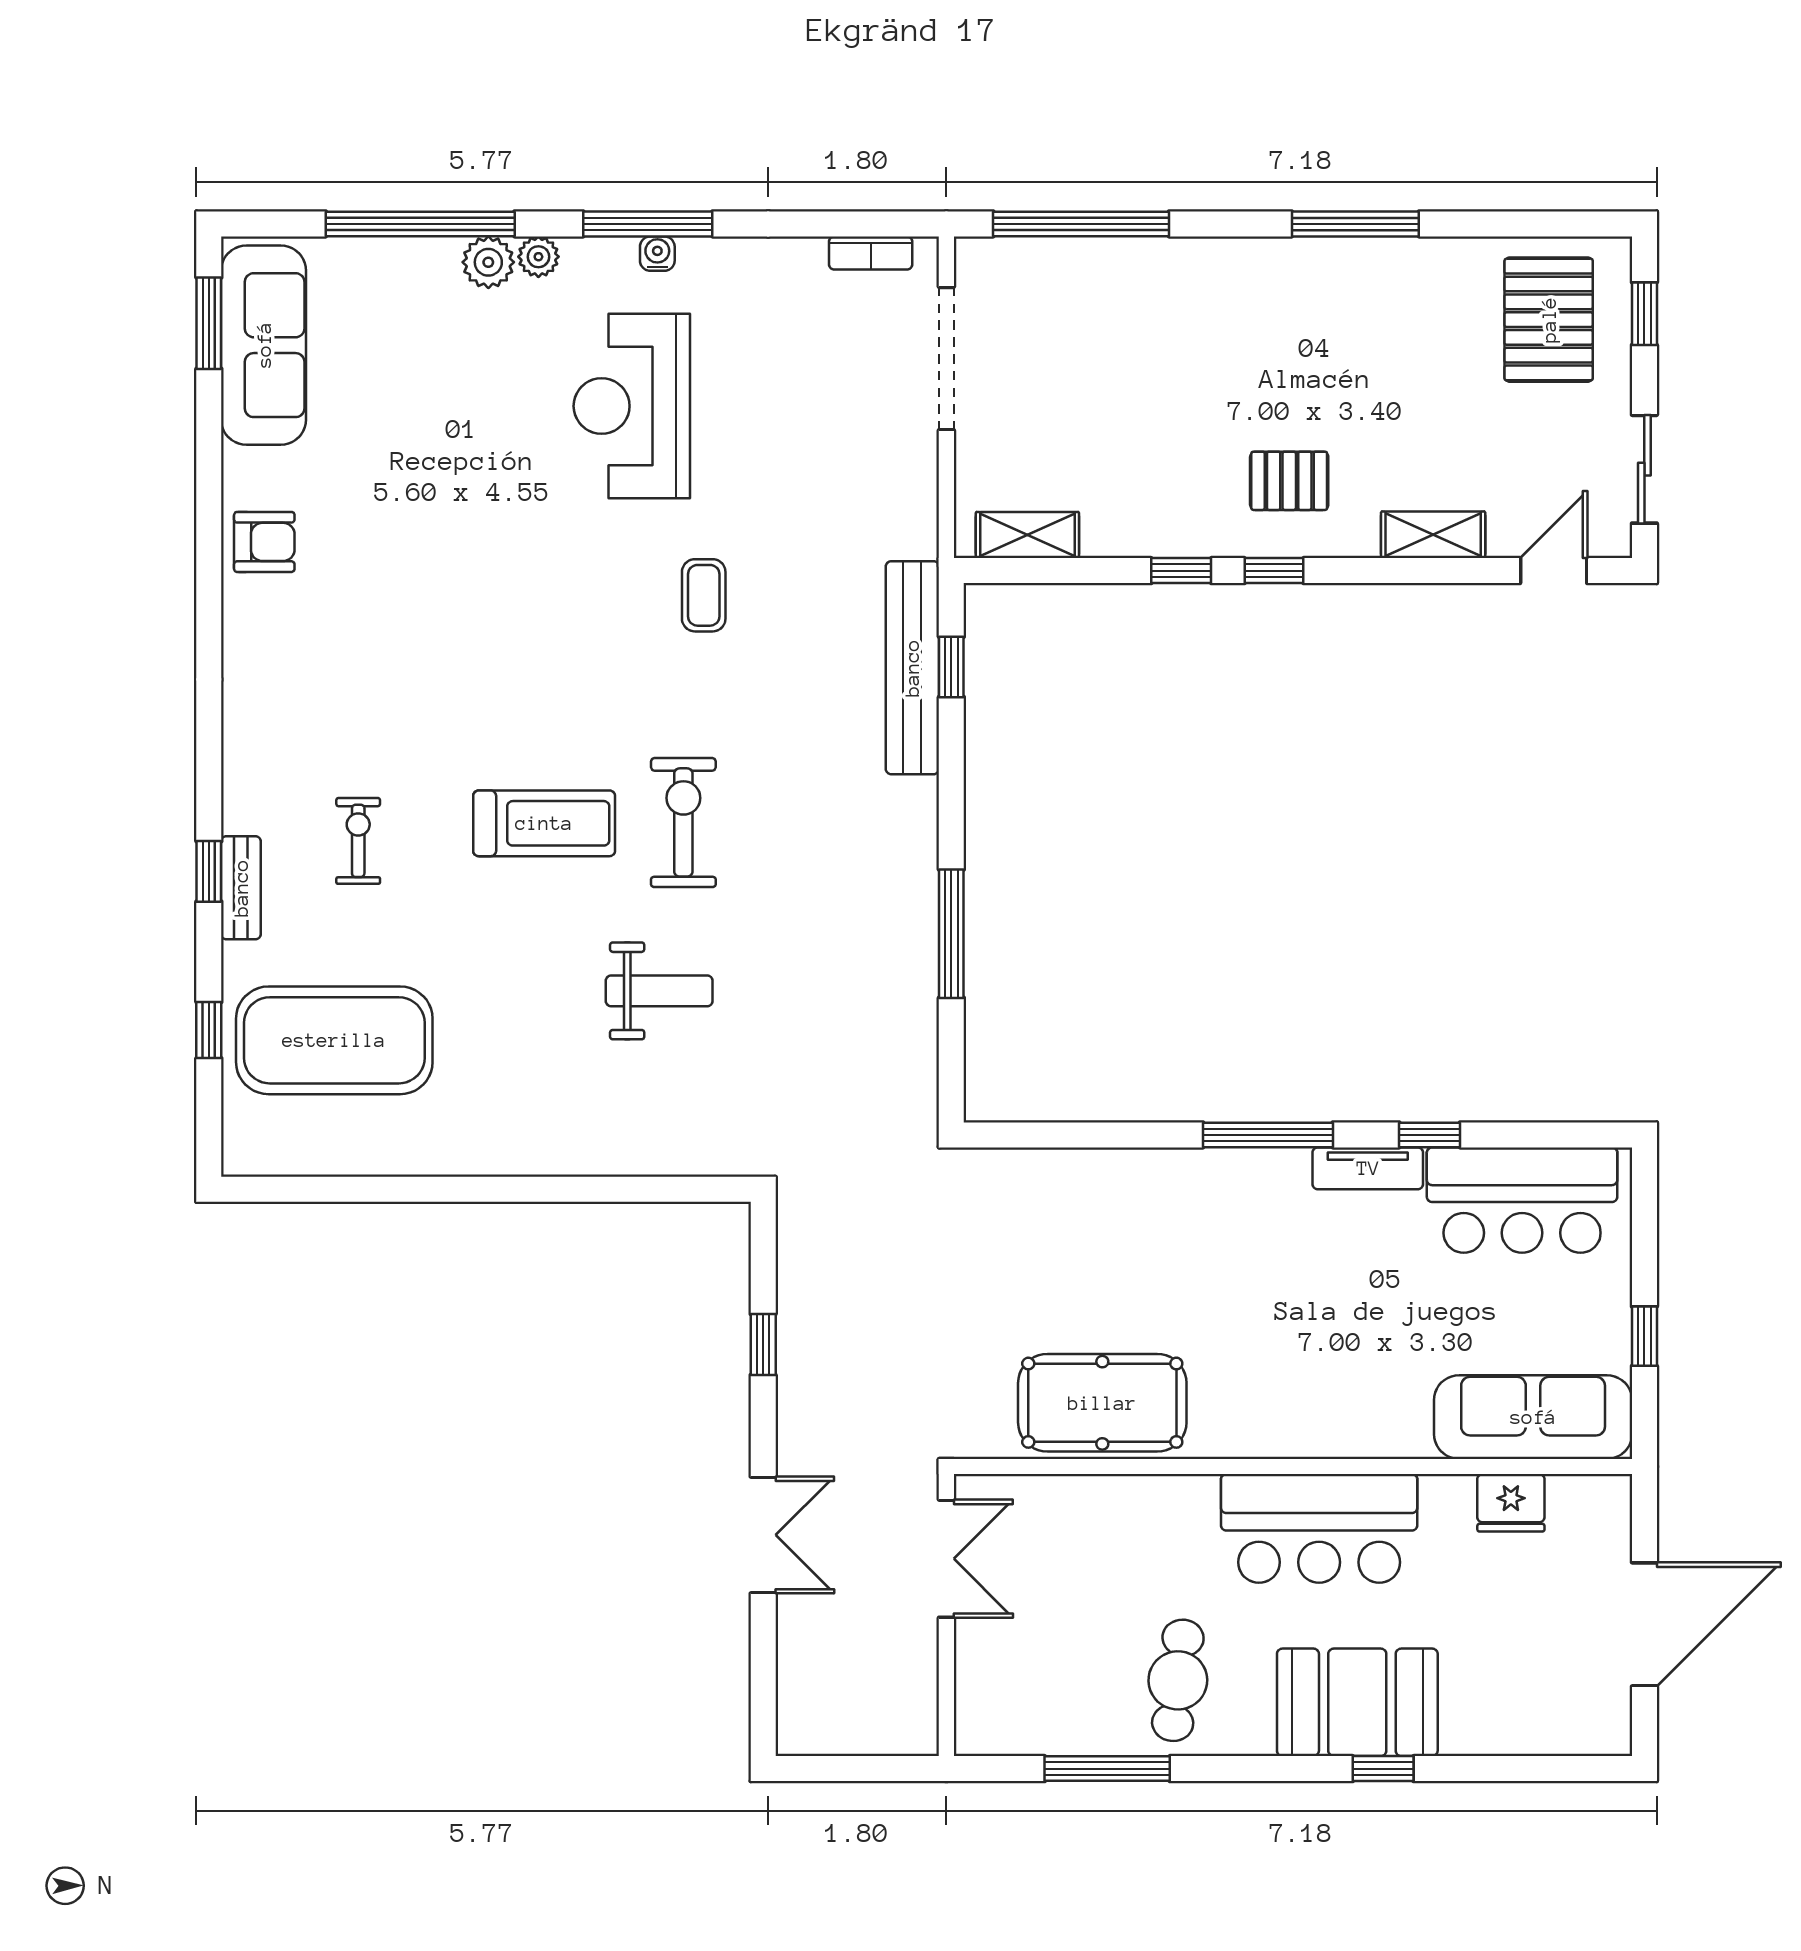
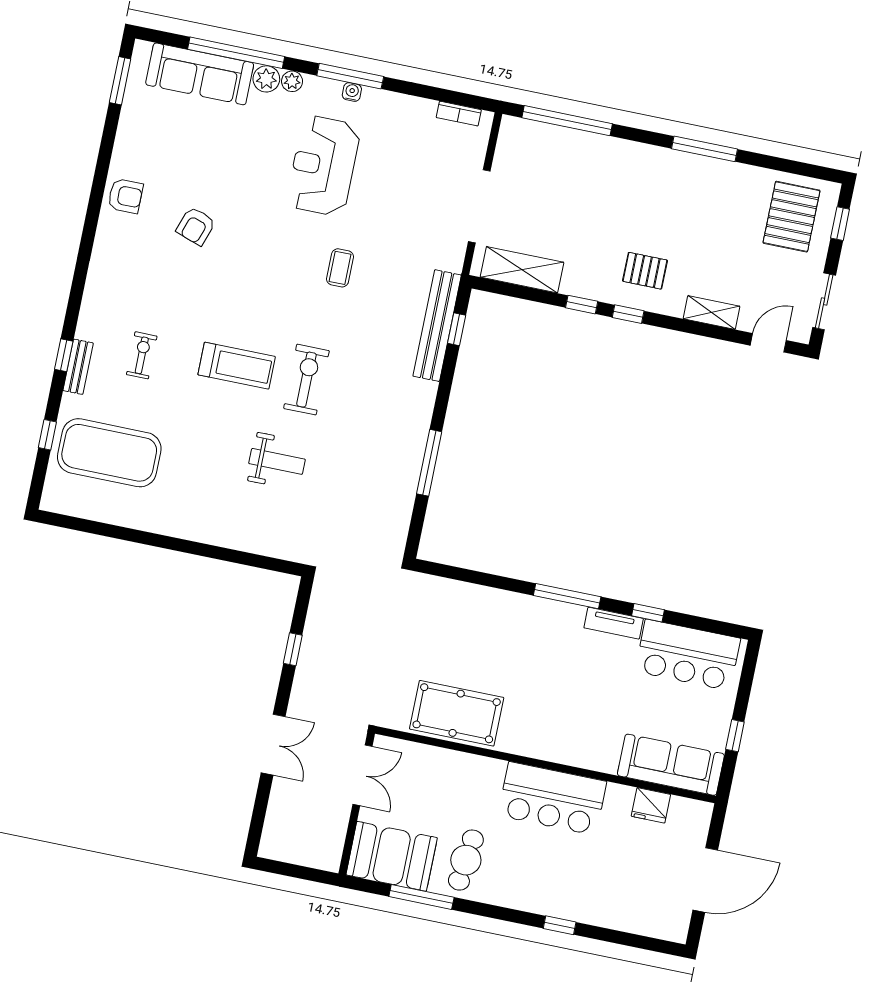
sofa: (264, 345) -> (200, 74), moved, turned 90
doorway: (946, 359) -> (479, 206), moved
shelving: (1027, 535) -> (522, 270), width x1.50, depth x1.33
armchair: (411, 572) -> (196, 226), added
booth: (1357, 1702) -> (392, 856), moved

